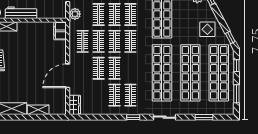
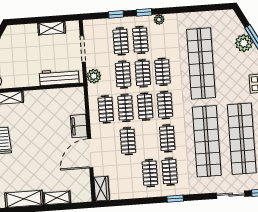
workbench: (21, 13) -> (59, 77), moved
filing cabinet: (60, 31) -> (79, 126), moved
clothes rail: (114, 68) -> (167, 138), moved
sliding door: (164, 117) -> (231, 195), moved

